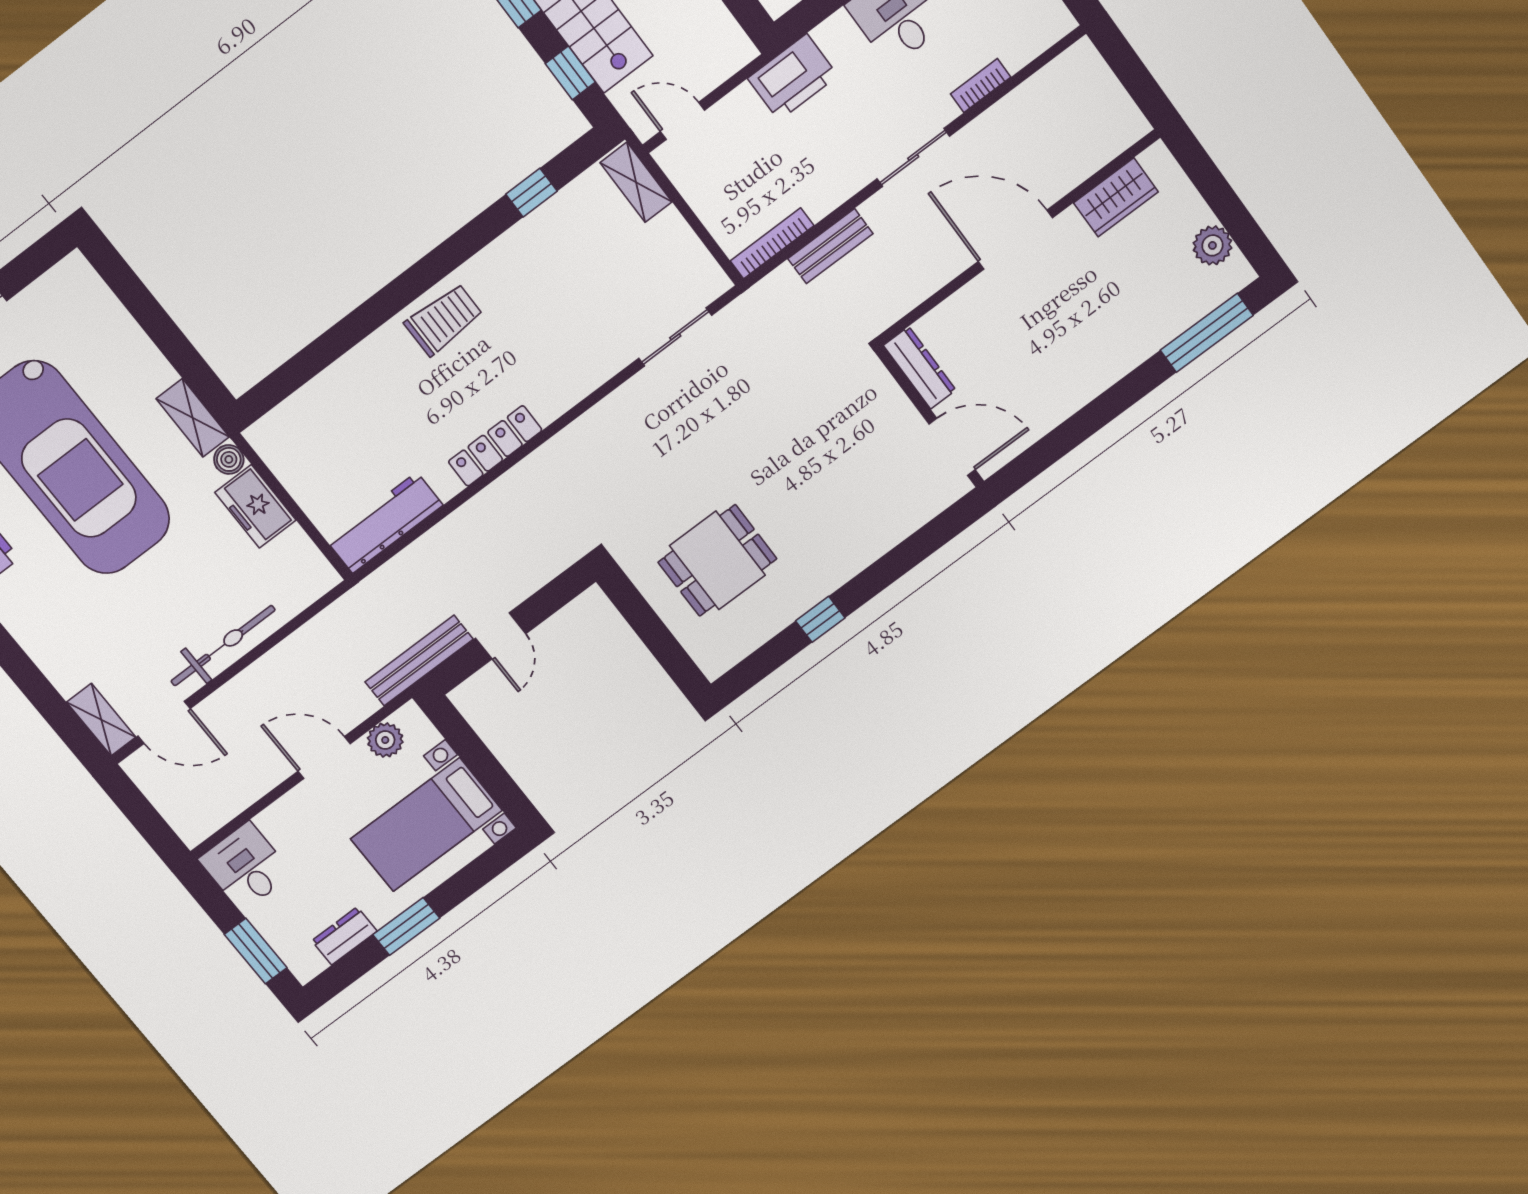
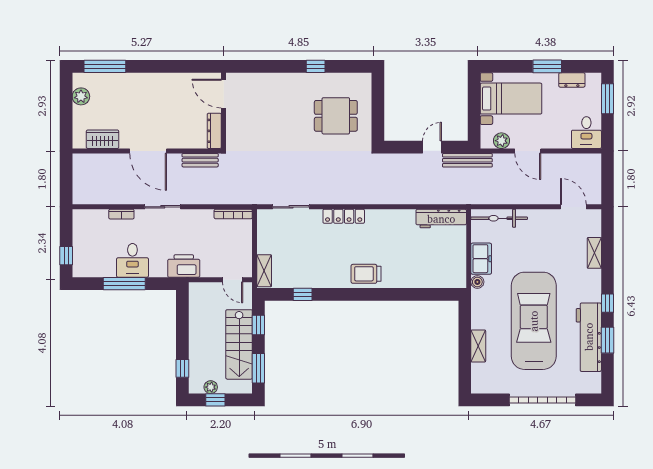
bench: (830, 246) -> (200, 160), moved
shelving: (193, 418) -> (478, 346), moved
locker: (495, 446) -> (344, 216), moved
bicycle: (223, 646) -> (499, 218), moved
shelving: (101, 720) -> (594, 253), moved

